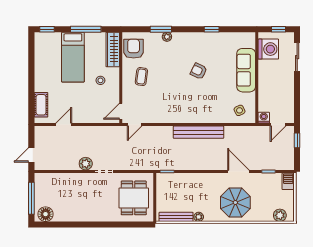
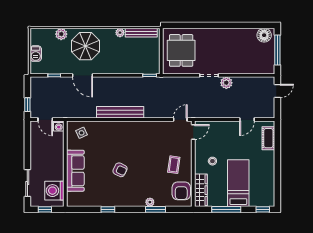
door: (278, 125) -> (45, 120), swing flipped
barbecue: (288, 181) -> (36, 54), moved
plant: (280, 215) -> (61, 34), moved

